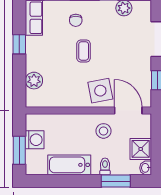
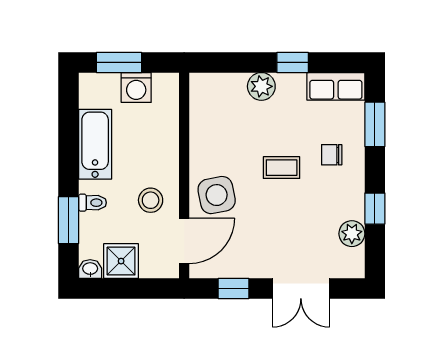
plant: (34, 81) -> (261, 86), moved

